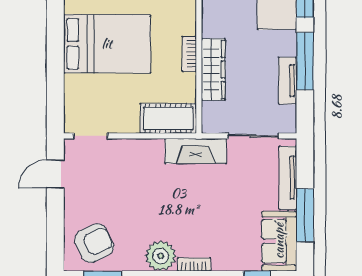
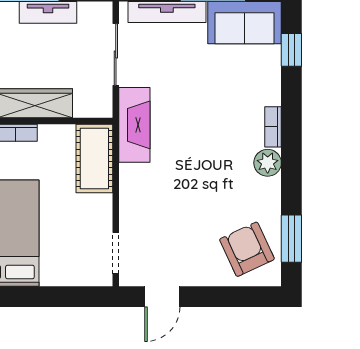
door: (55, 174) -> (162, 297), hinge flipped
plant: (161, 256) -> (268, 163), width x0.73, depth x0.73

